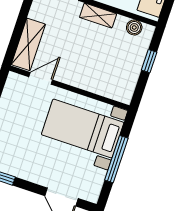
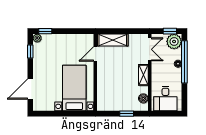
door: (41, 78) -> (95, 54), swing flipped
window: (116, 159) -> (63, 114), removed

